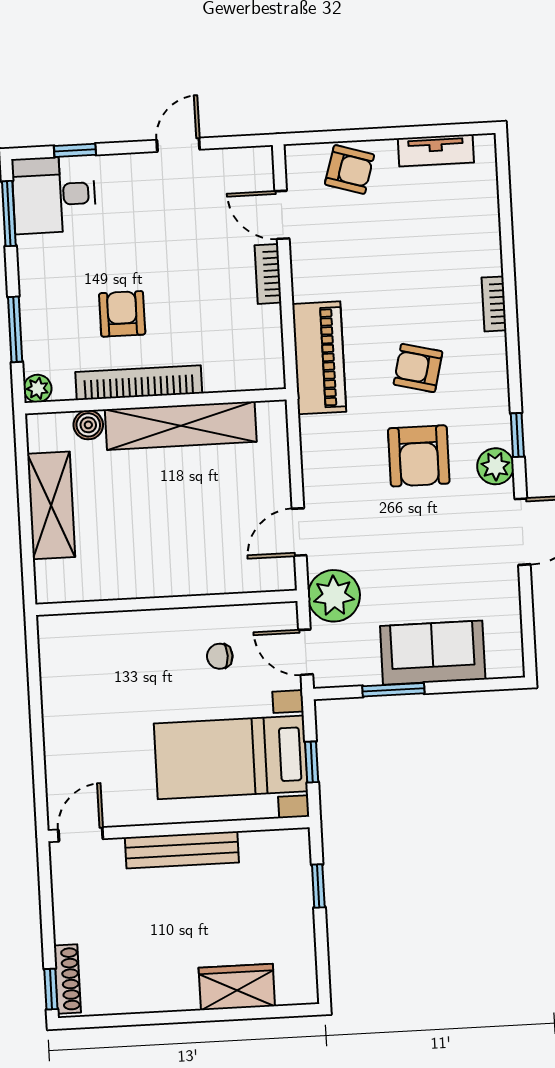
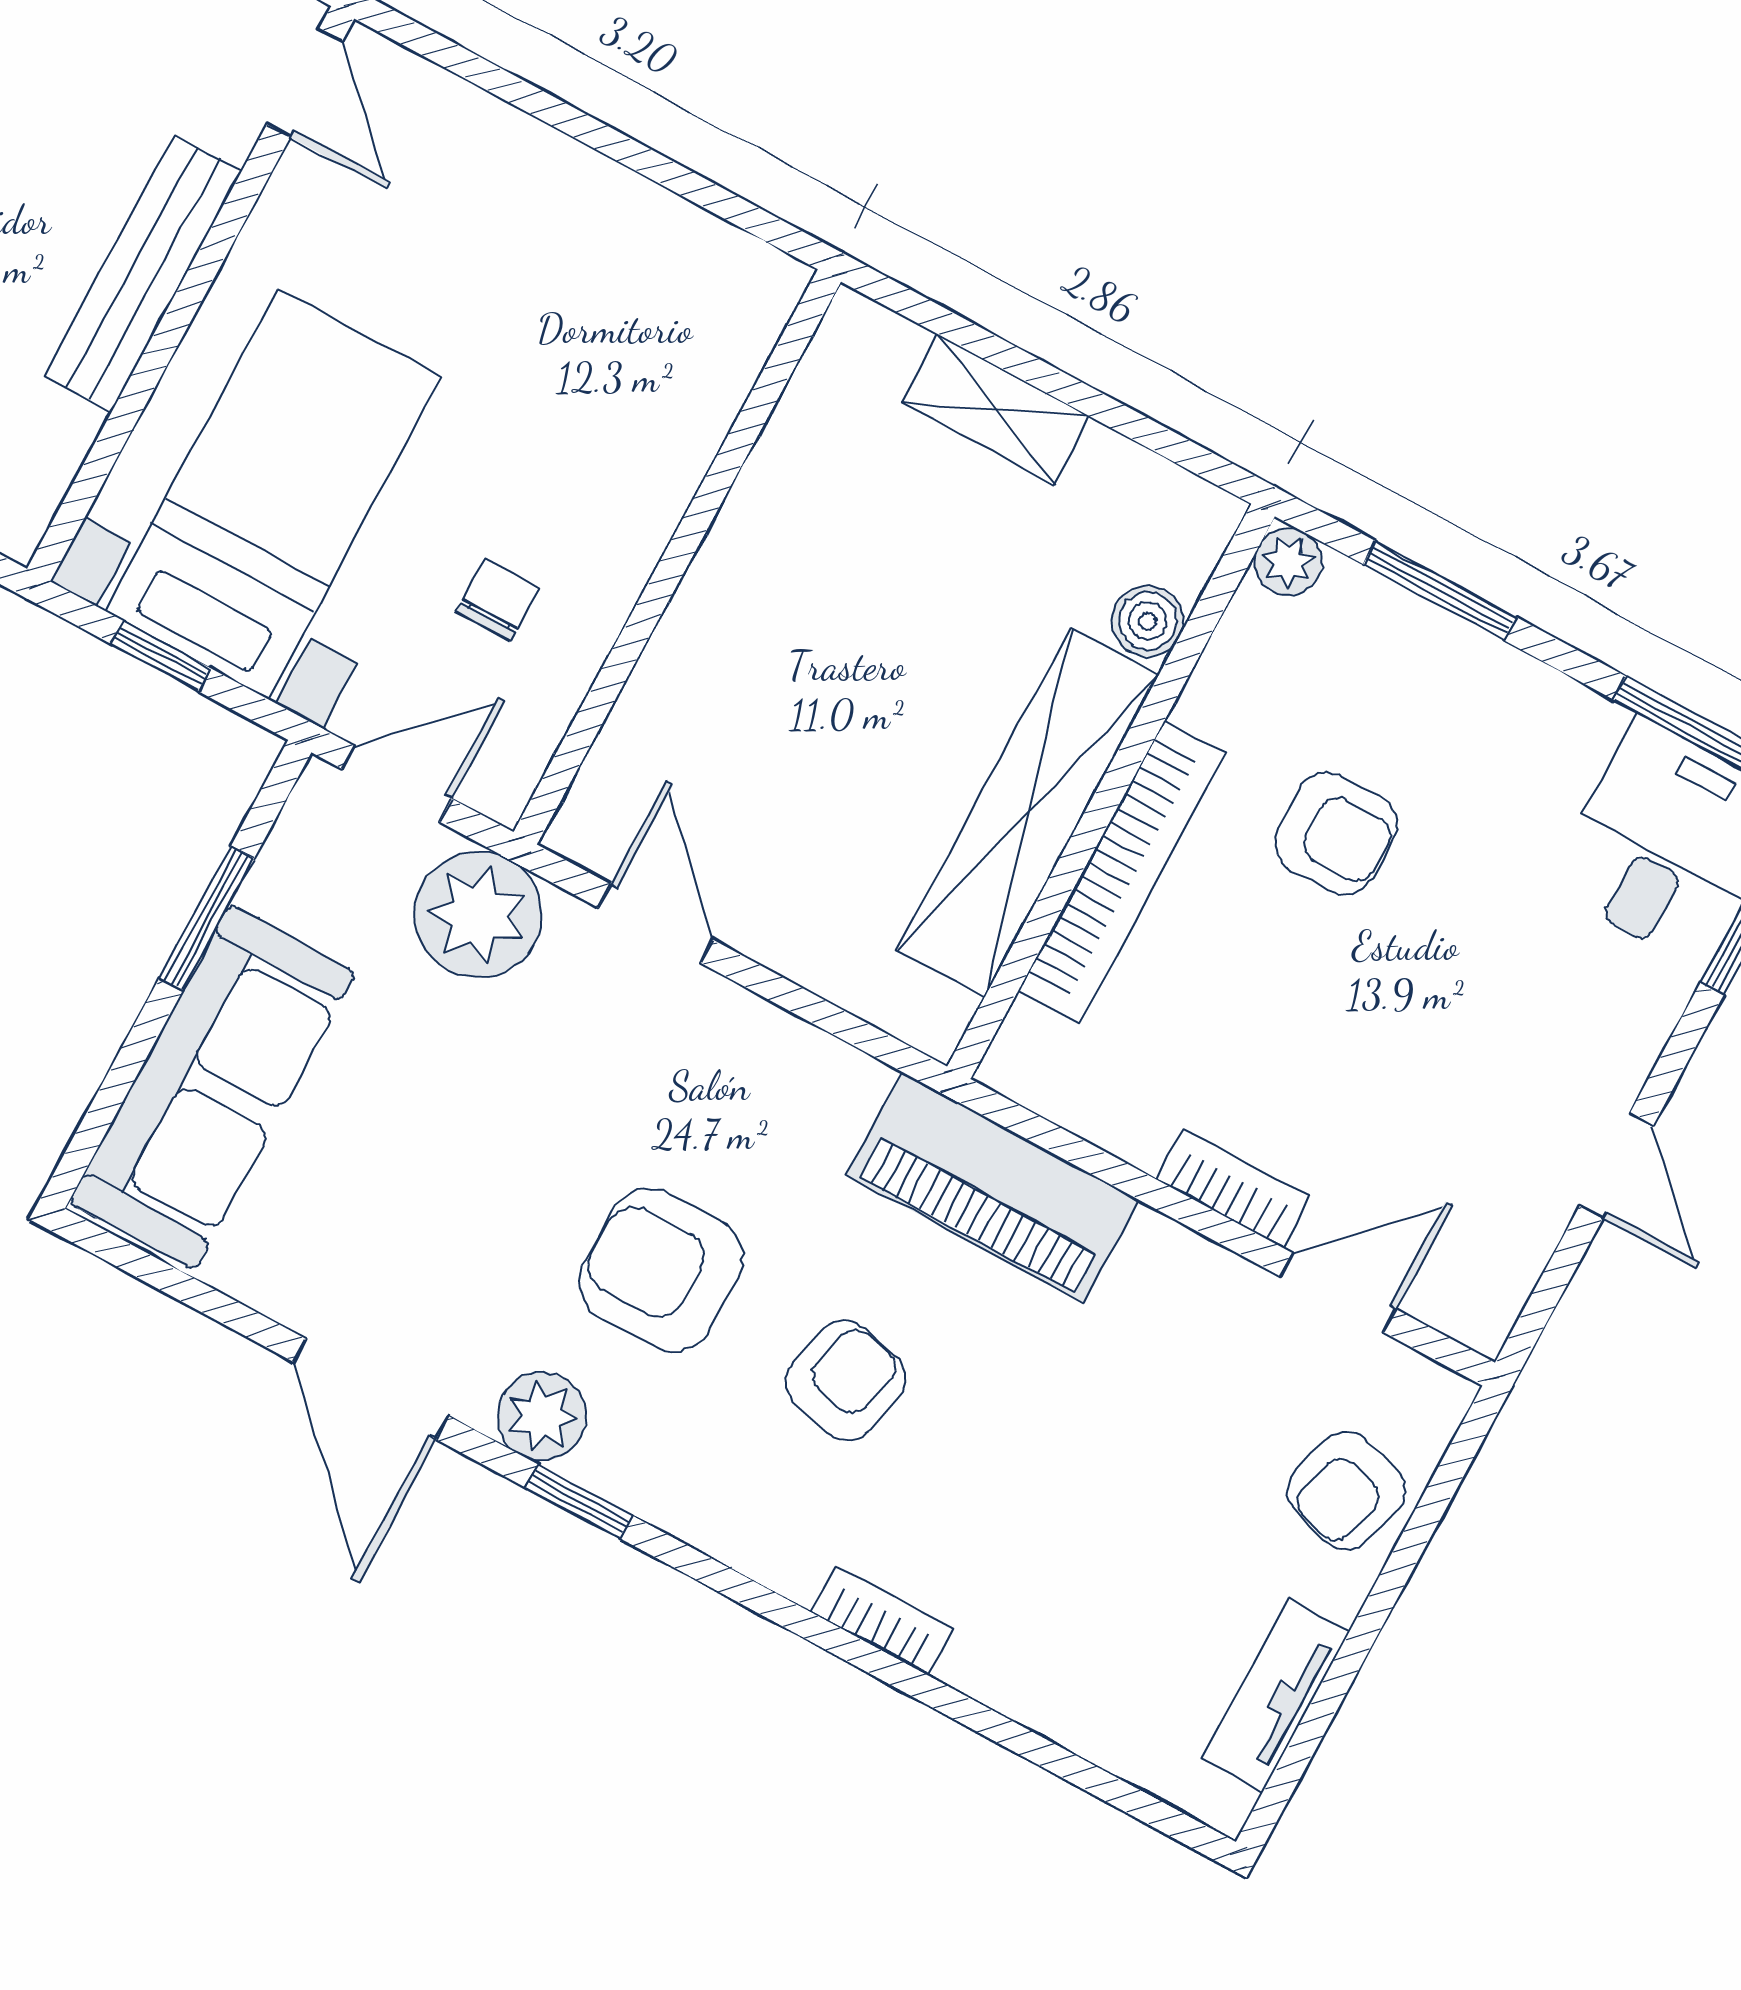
bookcase: (139, 383) -> (1122, 872), moved
shelving: (51, 505) -> (996, 409), width x0.67, depth x0.75
sofa: (433, 653) -> (212, 1087), width x1.36

